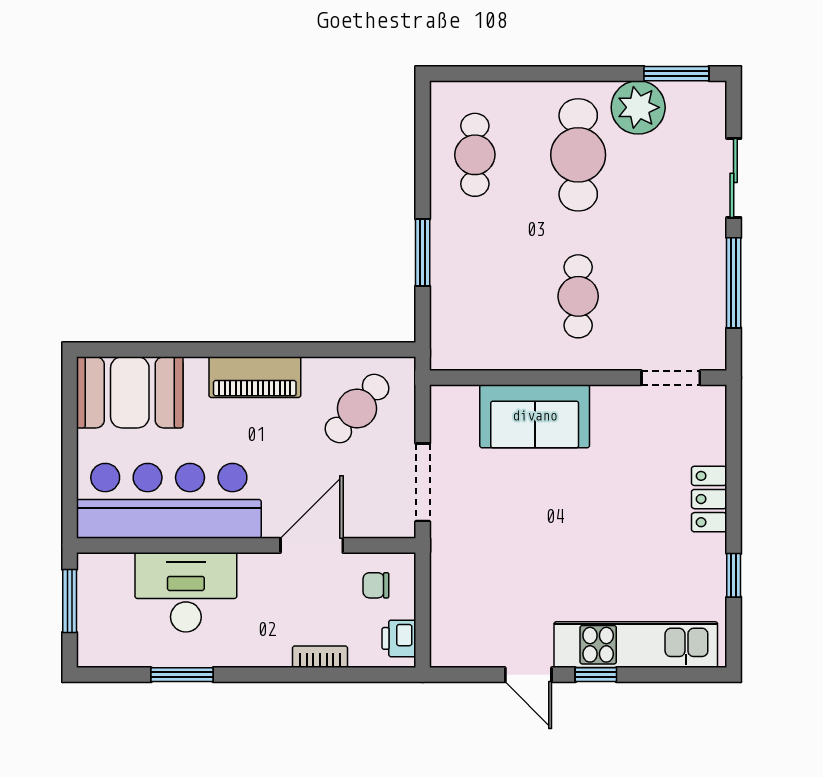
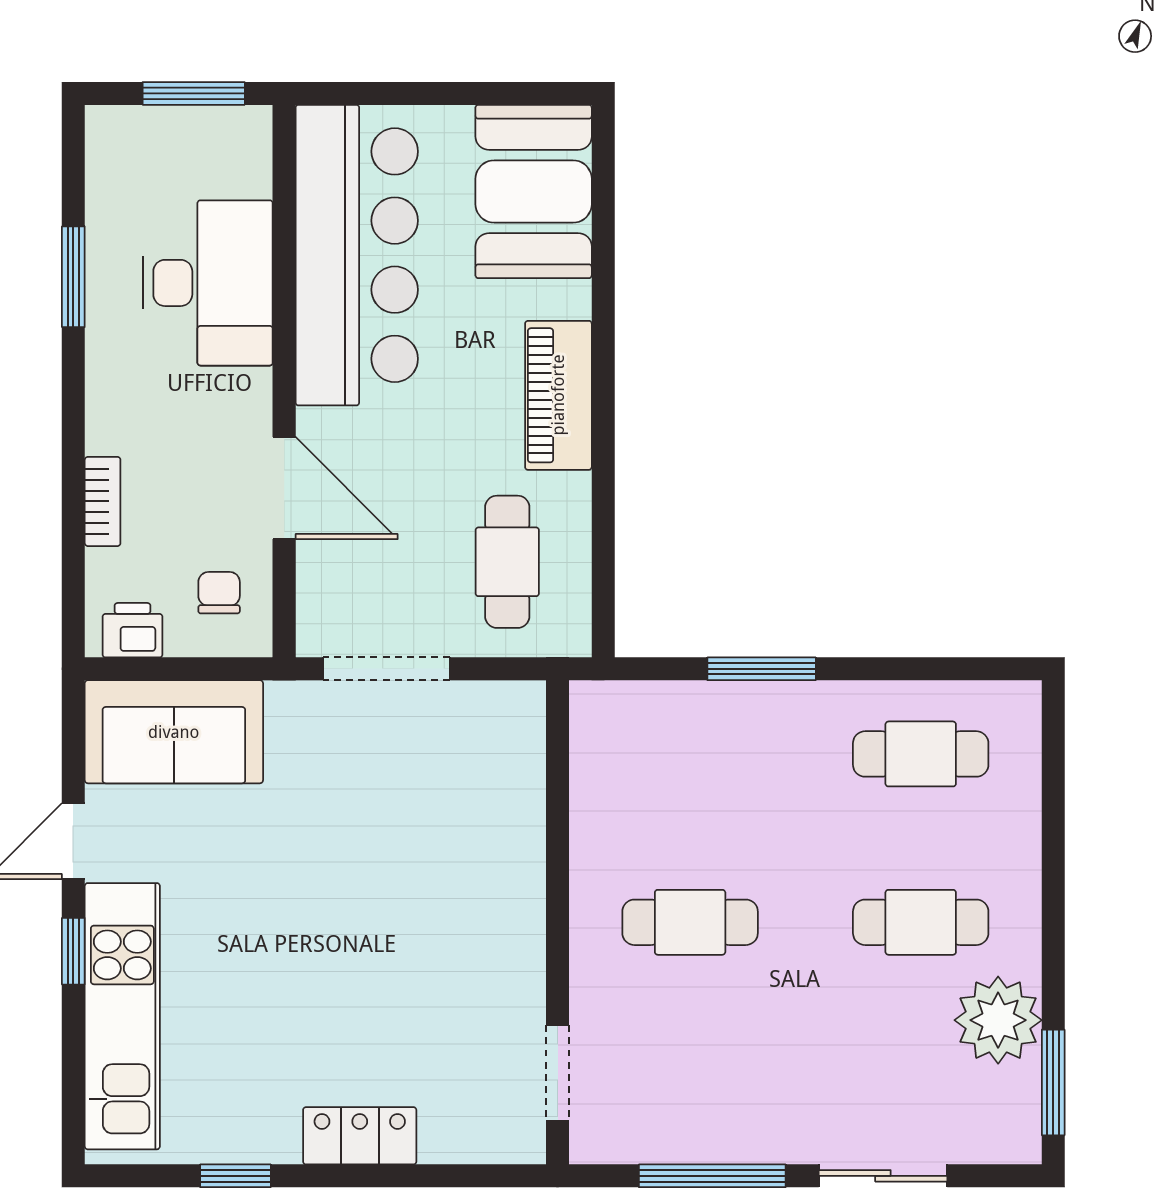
cafe table: (578, 155) -> (921, 922), width x0.73, depth x0.74
cafe table: (357, 409) -> (507, 562), turned 49
sofa: (535, 416) -> (174, 732), moved, turned -90

